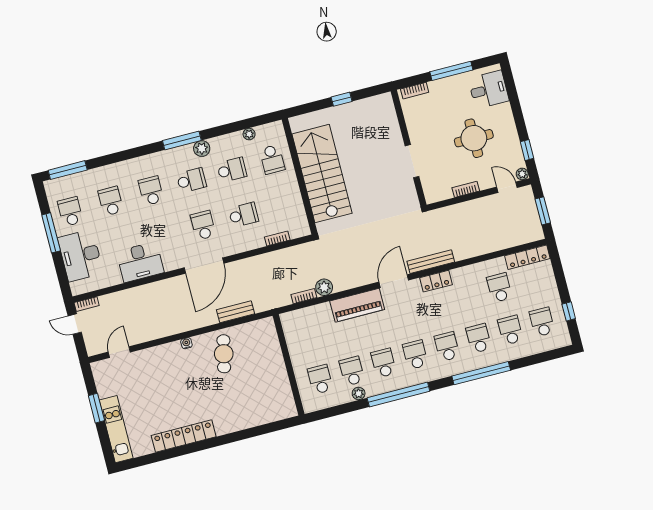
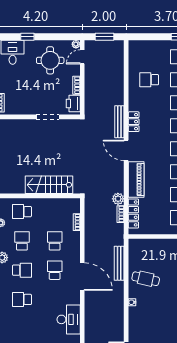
round table: (474, 138) -> (50, 60), moved
window: (527, 150) -> (27, 37), moved
school desk: (272, 159) -> (22, 212), turned 180
stairs: (322, 174) -> (49, 185), width x0.73, depth x0.66
school desk: (191, 180) -> (22, 270), turned 90
printer: (439, 191) -> (73, 103), added
school desk: (111, 201) -> (22, 329), removed
school desk: (203, 225) -> (55, 270), turned 90
locker: (527, 257) -> (133, 213), moved
bench: (236, 312) -> (119, 263), width x1.36

